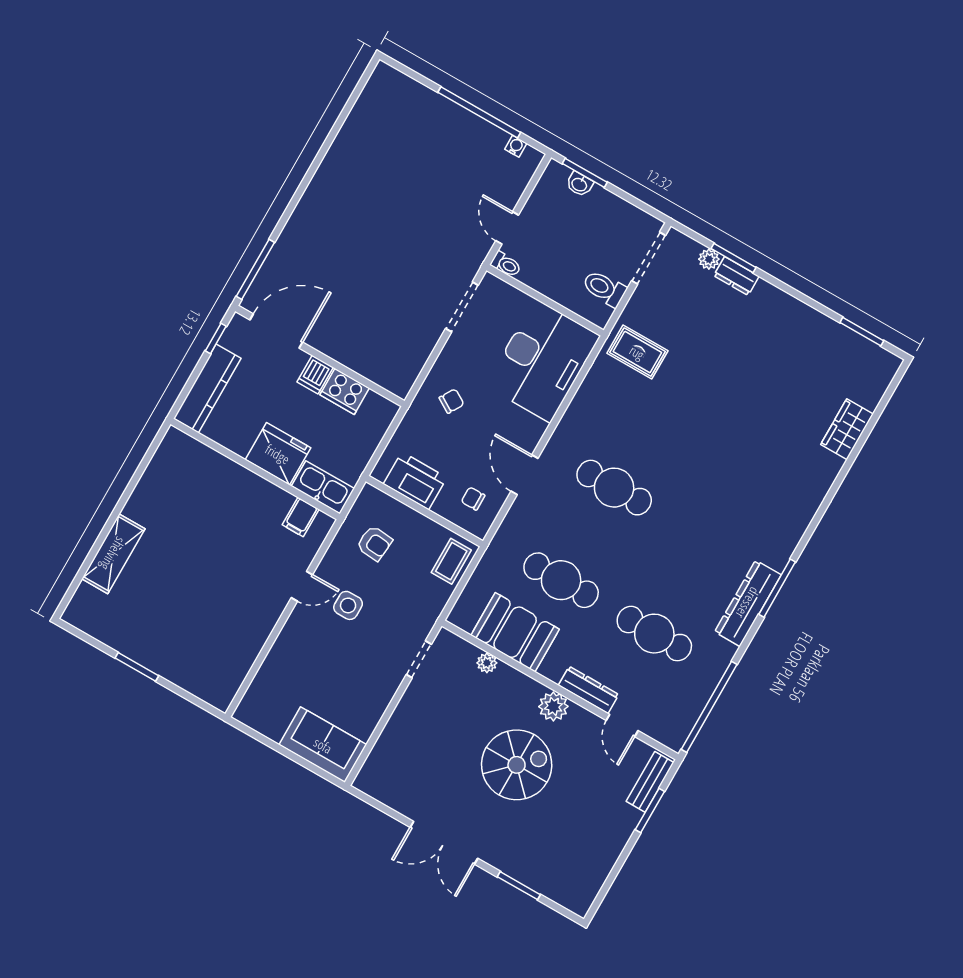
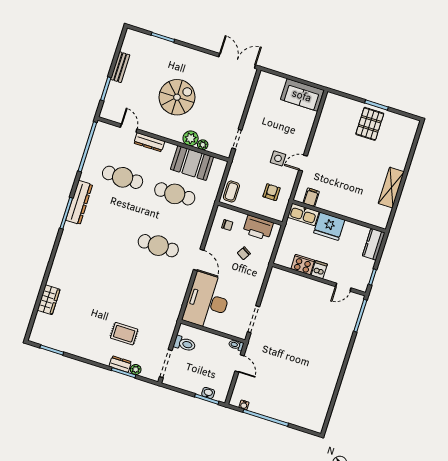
door: (276, 331) -> (343, 287), width x0.53
rug: (637, 352) -> (124, 334), moved
kitchen counter: (207, 388) -> (374, 244), width x0.67
chair: (452, 401) -> (244, 253), moved
door: (525, 475) -> (199, 260), moved
armchair: (375, 543) -> (272, 192), turned 85
shelving: (113, 554) -> (391, 188), moved
pallet: (158, 634) -> (370, 124), added
plant: (553, 706) -> (191, 138), moved
sofa: (323, 745) -> (302, 95), moved
spiral stairs: (517, 765) -> (177, 97), turned 180
bench: (650, 782) -> (120, 67), moved
double door: (444, 843) -> (237, 61), moved

